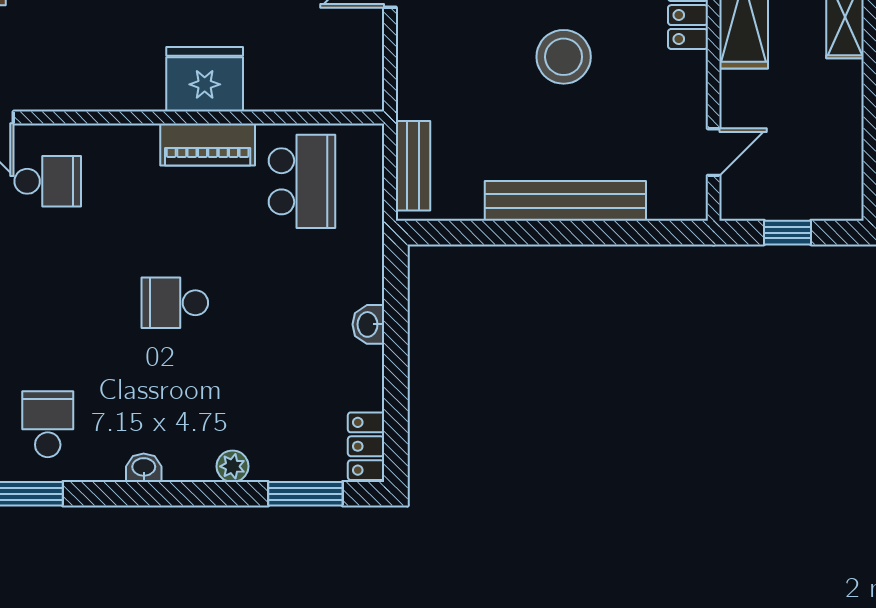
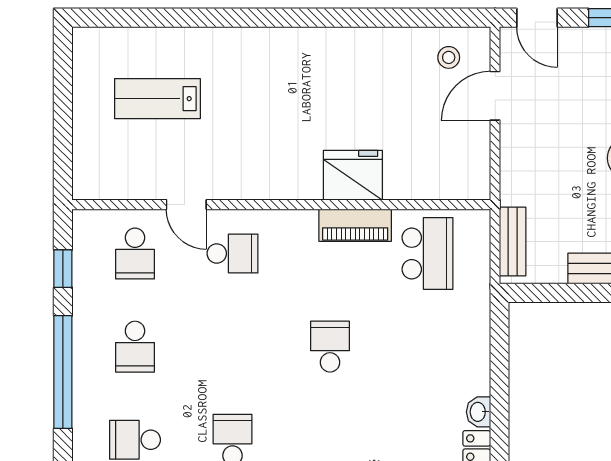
school desk: (175, 303) -> (330, 347), turned 90
washbasin: (368, 324) -> (478, 412), moved

